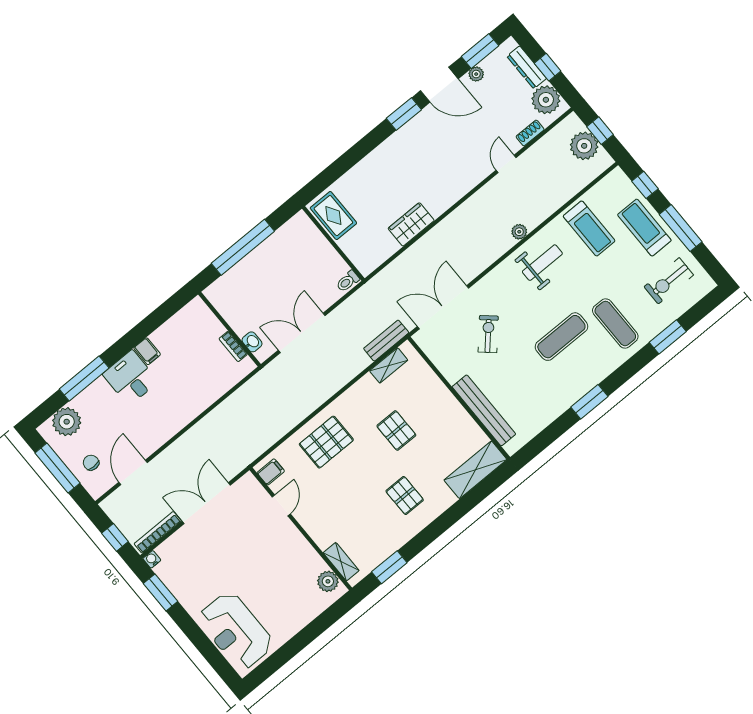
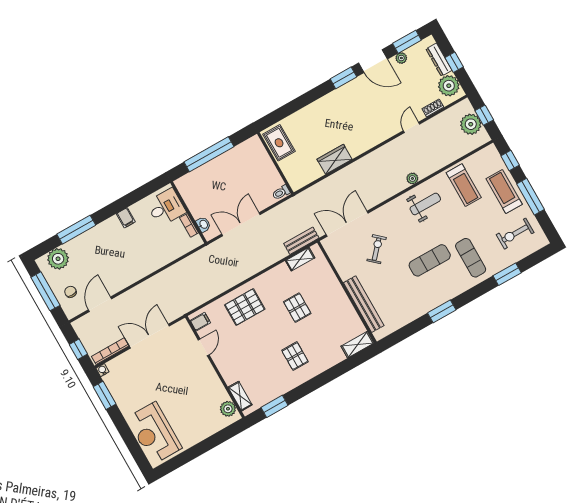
desk: (131, 378) -> (166, 207), moved, turned 90
shelving: (475, 470) -> (358, 345), width x0.67, depth x0.75

